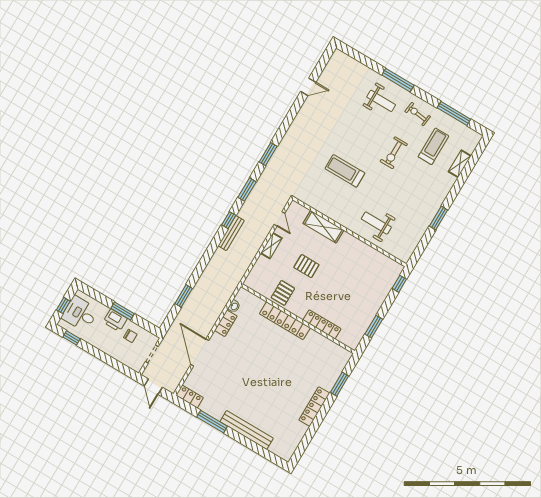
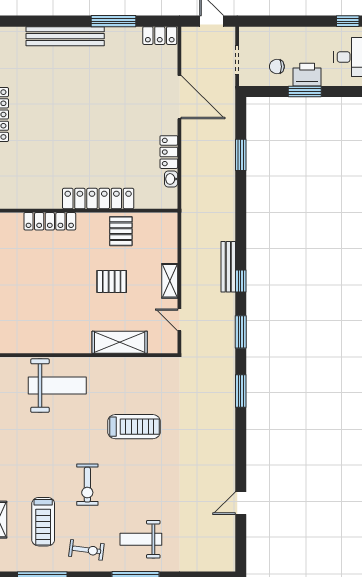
exercise bike: (394, 153) -> (87, 485), turned 180
weight bench: (376, 223) -> (57, 386), width x1.36, depth x1.33

